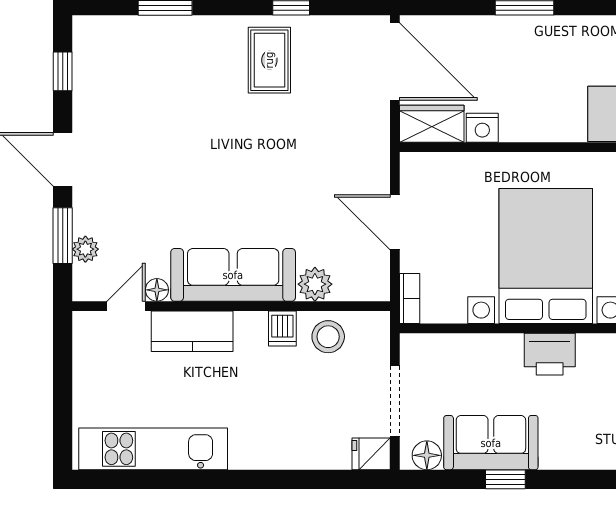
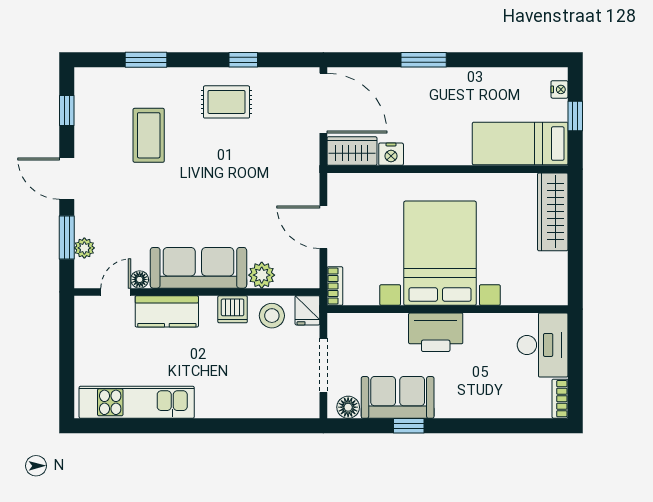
rug: (269, 60) -> (227, 102), turned 90
coffee table: (169, 103) -> (149, 135), added
dishwasher: (282, 329) -> (233, 309), width x1.38
printer: (550, 354) -> (436, 332), width x1.37, depth x1.19
fridge: (371, 454) -> (307, 310), moved, turned -90

